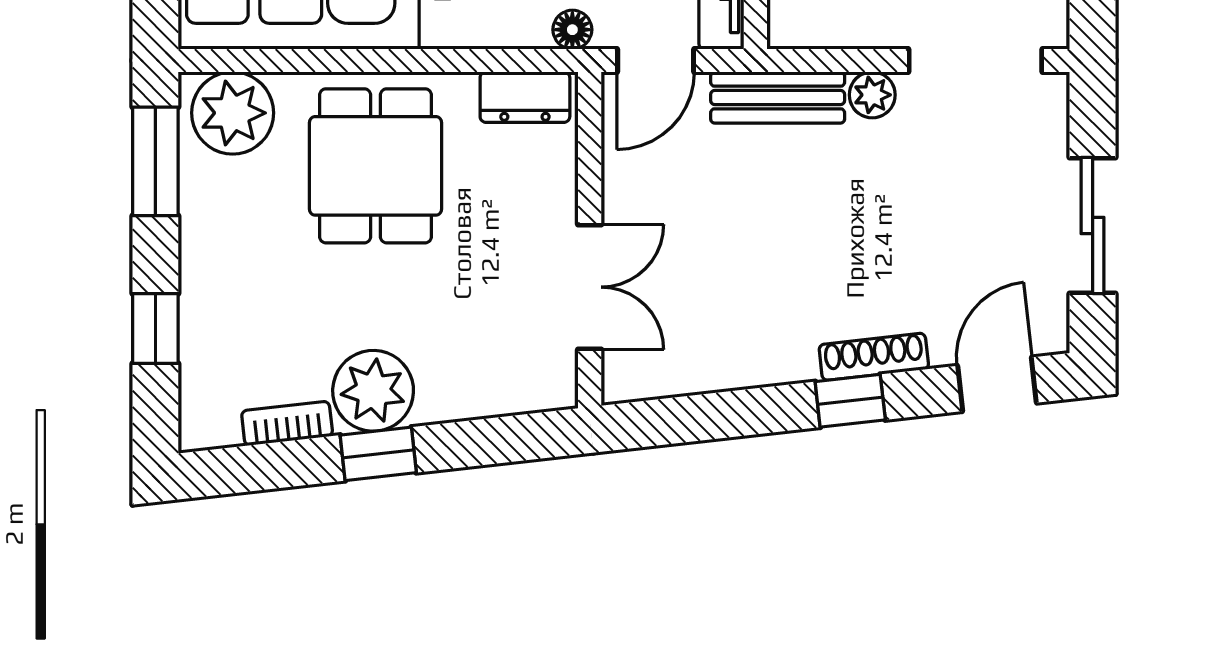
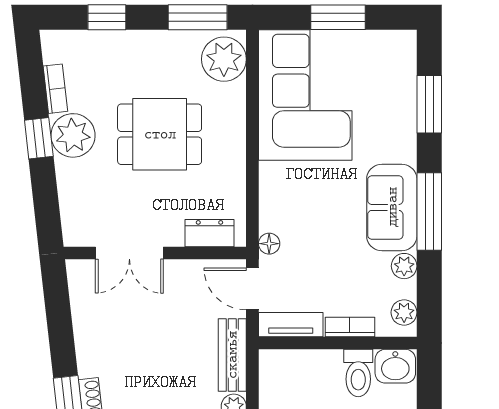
dresser: (525, 97) -> (209, 233), moved, turned 90
dining table: (376, 166) -> (160, 134), moved

